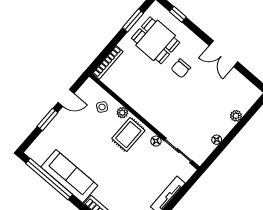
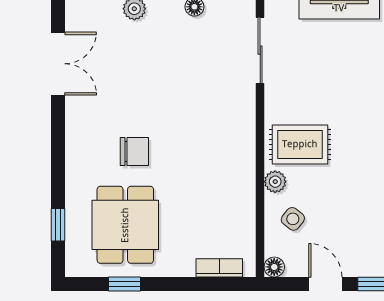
window: (133, 20) -> (124, 284), width x0.67
double door: (223, 54) -> (58, 64), moved
bookcase: (108, 62) -> (219, 268), width x0.64
floor lamp: (156, 141) -> (274, 267), moved

